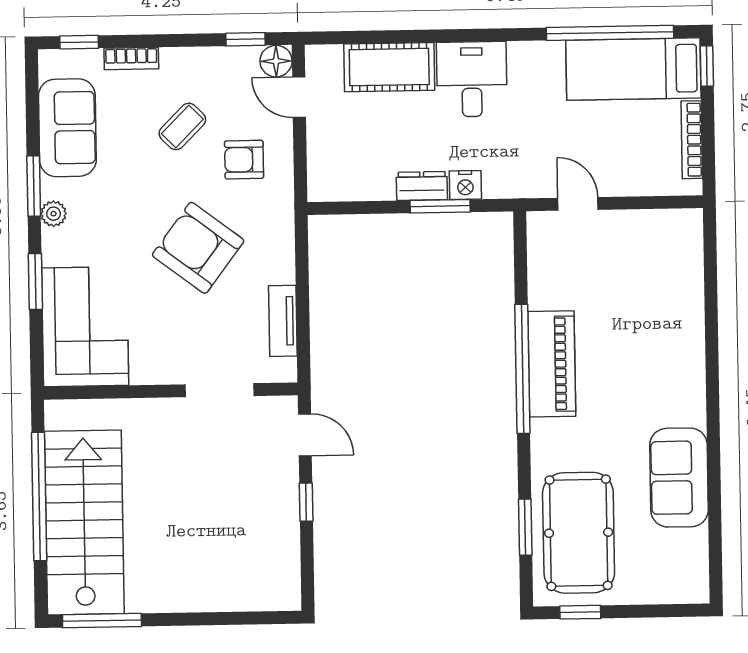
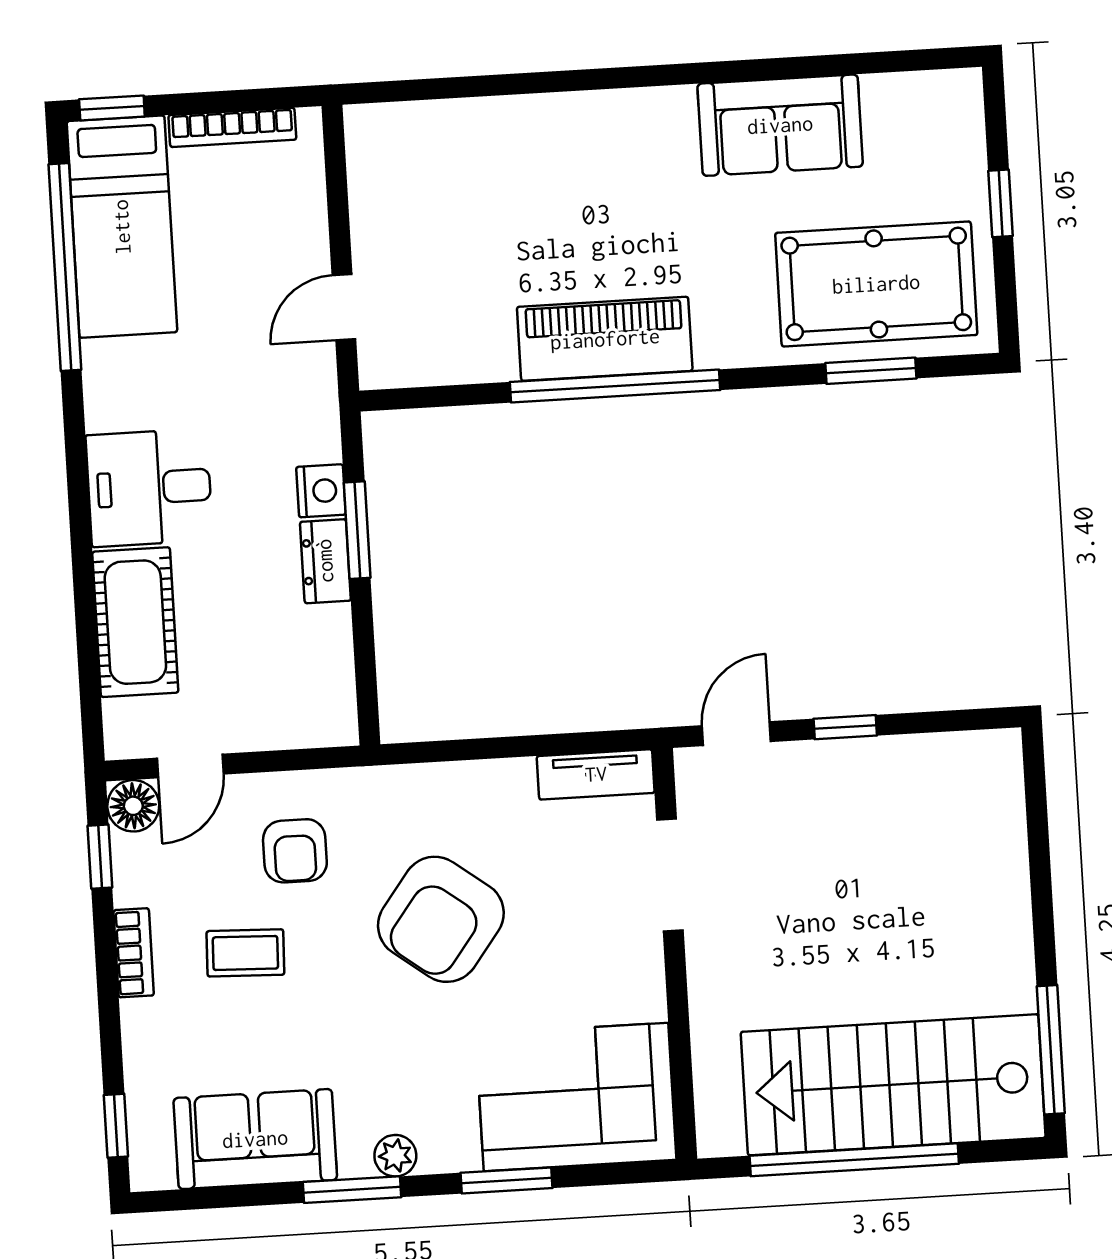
bookcase: (131, 59) -> (134, 953), moved
coffee table: (182, 126) -> (245, 953), turned -43
tv unit: (283, 321) -> (596, 774), moved
window: (580, 612) -> (1001, 203), moved

